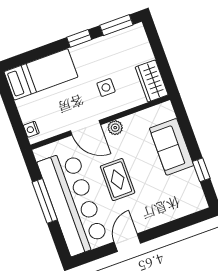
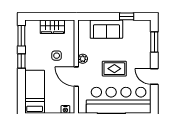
wardrobe: (152, 81) -> (52, 27), moved
door: (85, 128) -> (76, 77), swing flipped
window: (178, 224) -> (154, 42), added

